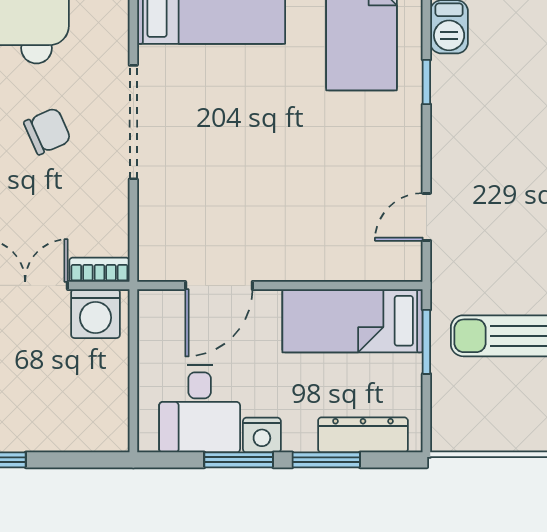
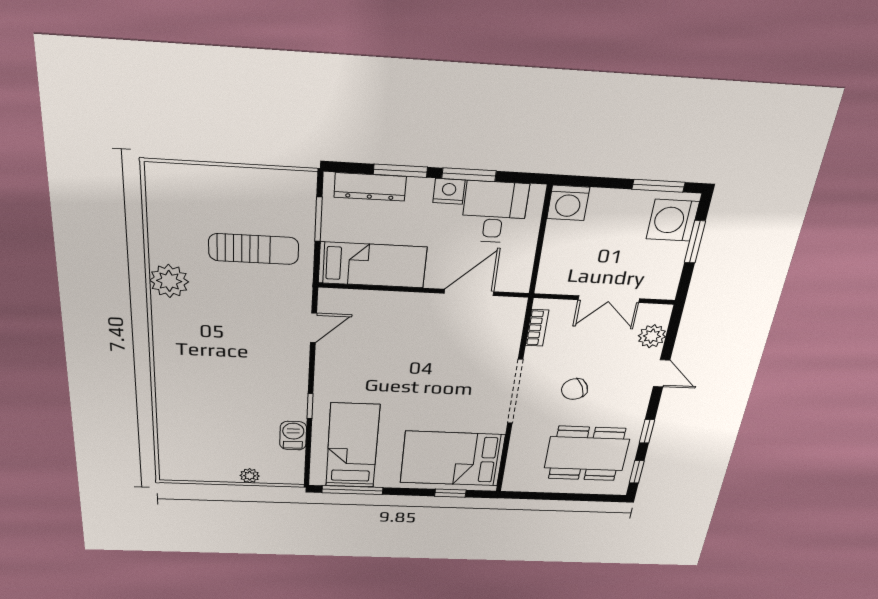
bookcase: (99, 270) -> (537, 328), moved, turned -90
washing machine: (95, 314) -> (568, 203), moved, turned 180
window: (426, 342) -> (318, 219), moved

